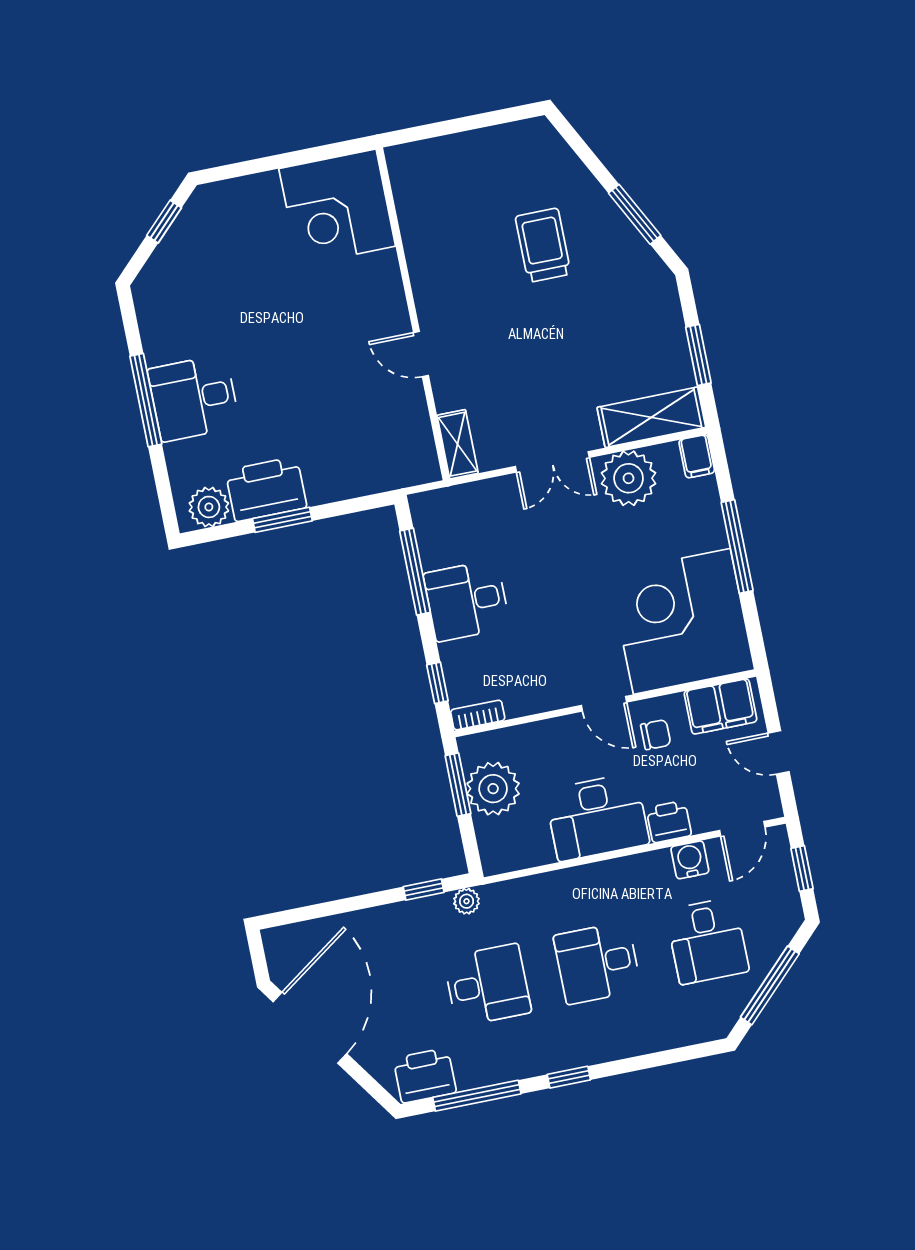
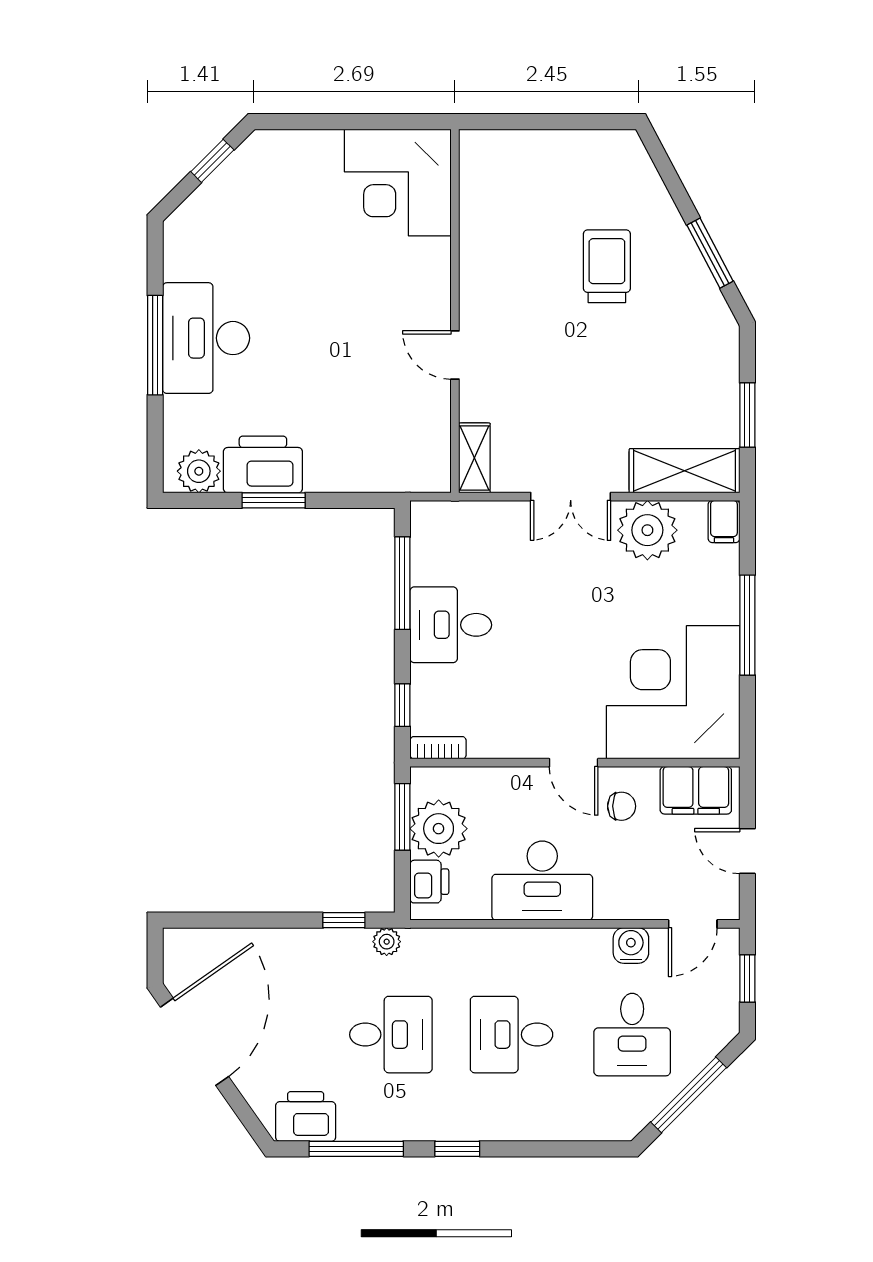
desk: (194, 398) -> (206, 338), width x1.37
printer: (669, 822) -> (429, 882), moved, turned 90

